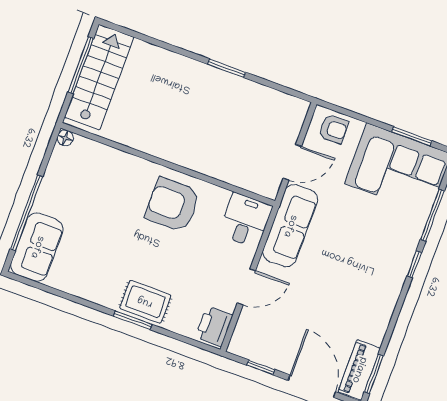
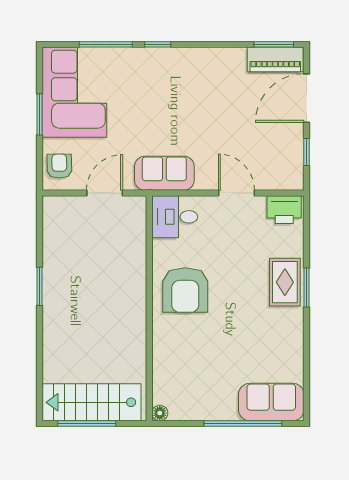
window: (412, 136) -> (39, 114), moved
door: (292, 162) -> (105, 193), hinge flipped
sofa: (290, 226) -> (164, 173), width x0.73

